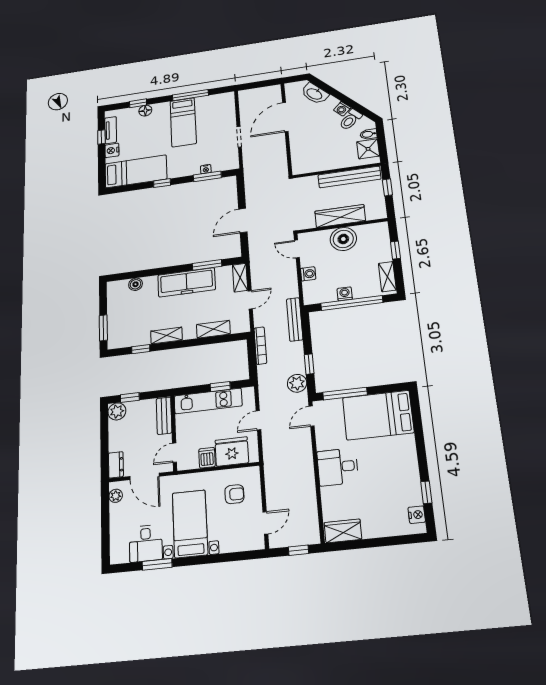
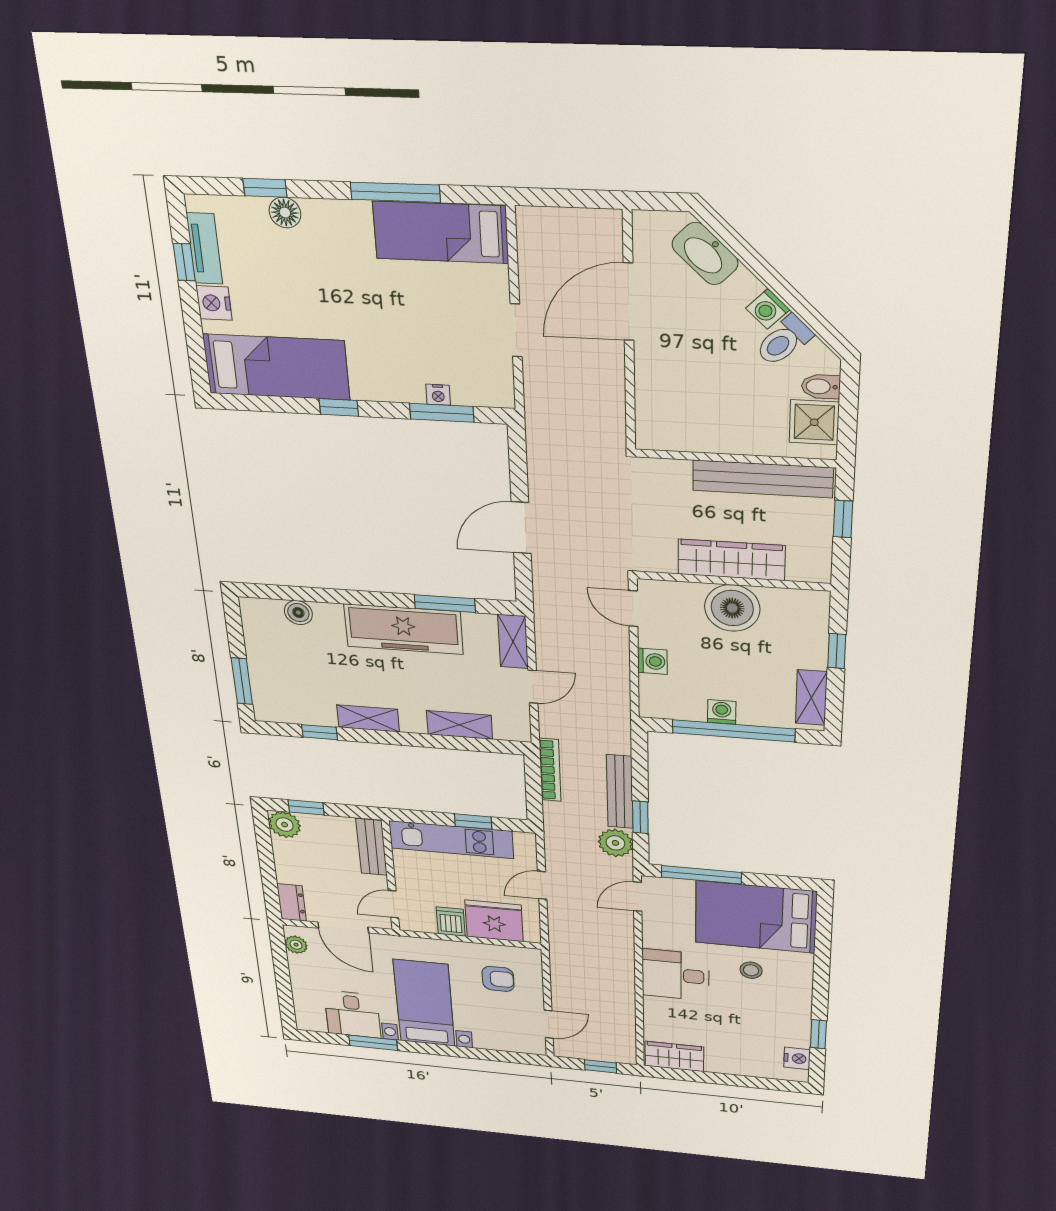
bed: (183, 122) -> (441, 232), moved, turned 90
bench: (295, 319) -> (620, 792), moved
stool: (380, 453) -> (751, 970), added

